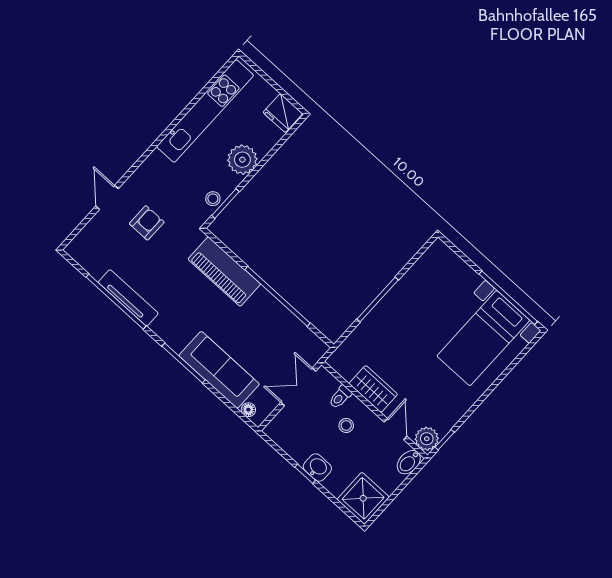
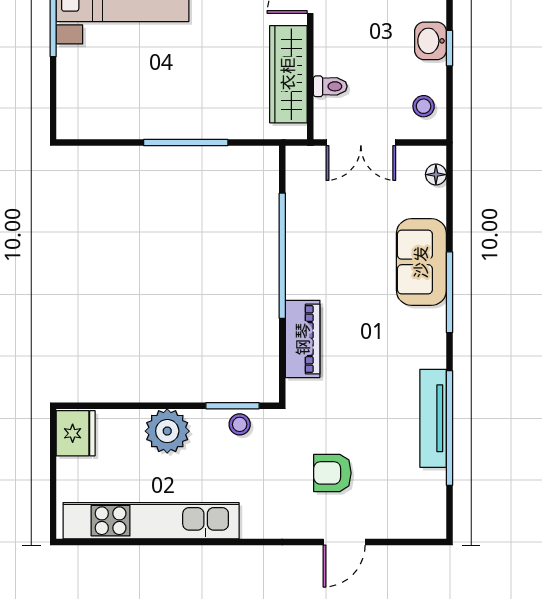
piano: (224, 272) -> (303, 339), width x0.73, depth x0.75
sofa: (219, 370) -> (421, 262), width x0.73
wardrobe: (373, 389) -> (288, 74), width x1.50
stool: (346, 425) -> (424, 106), moved

